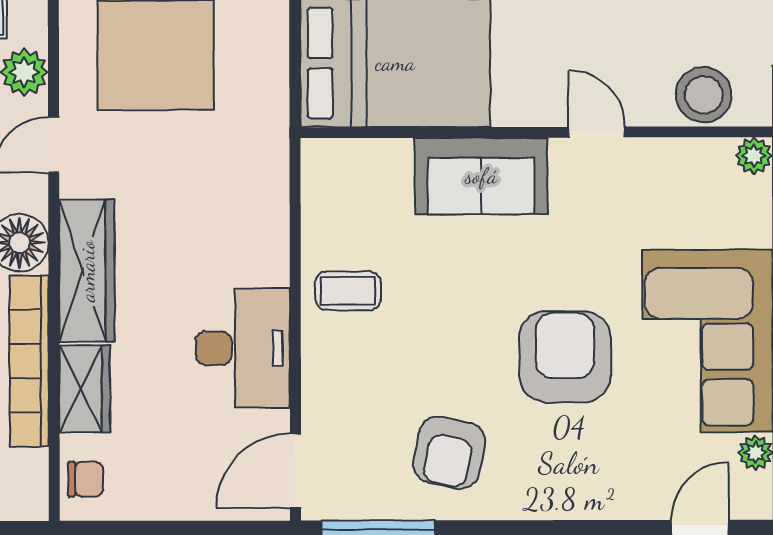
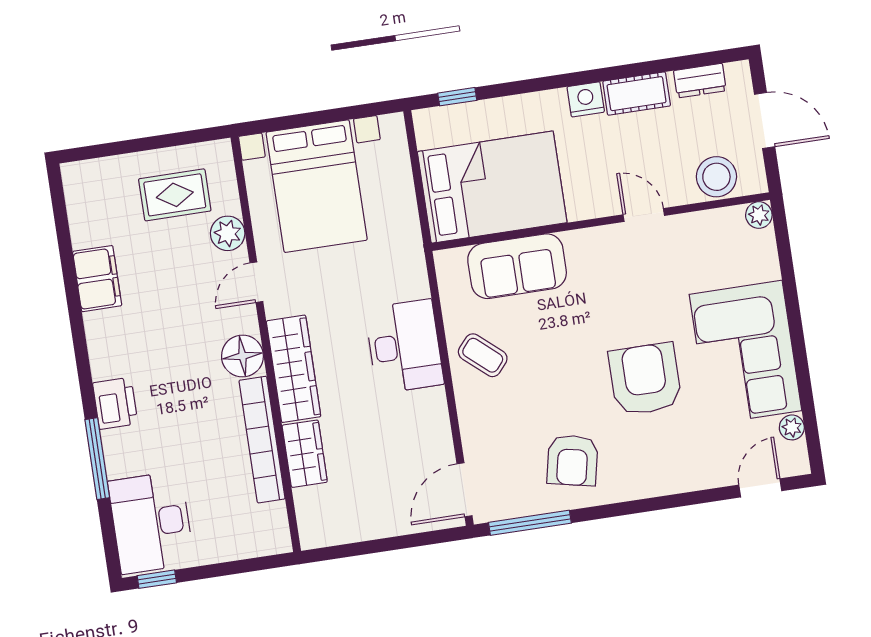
sofa: (481, 176) -> (517, 266), moved
coffee table: (348, 291) -> (483, 355), turned 41
desk: (243, 348) -> (404, 346), moved
chair: (86, 479) -> (315, 518), removed

